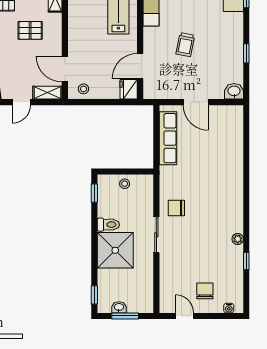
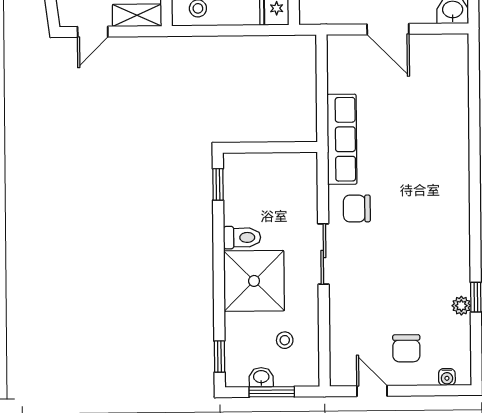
row of seats: (168, 138) -> (342, 139), moved
stool: (125, 184) -> (285, 340), moved
plant: (238, 239) -> (461, 306), moved
chair: (205, 291) -> (406, 348), turned 180

